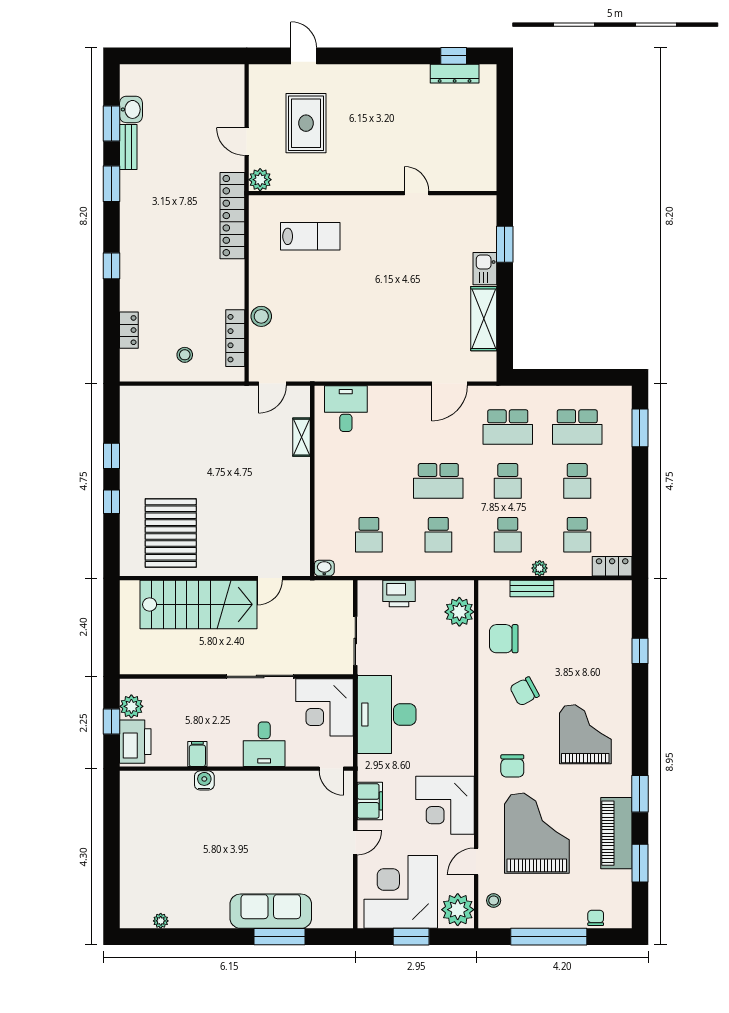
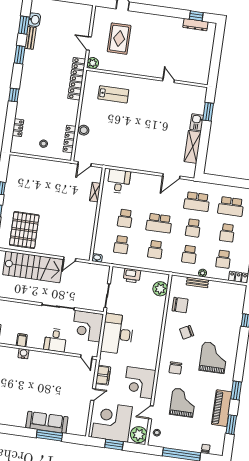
school desk: (369, 481) -> (125, 218), added
chair: (504, 639) -> (180, 305), turned 180
grand piano: (537, 833) -> (183, 403), width x0.73, depth x0.68

